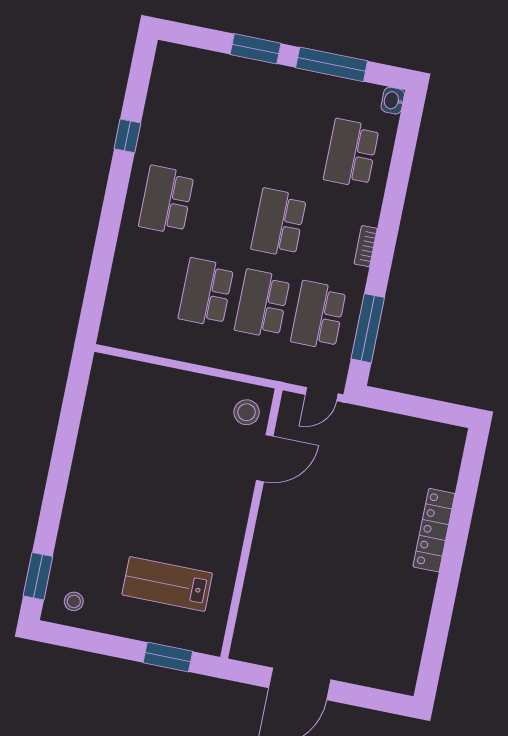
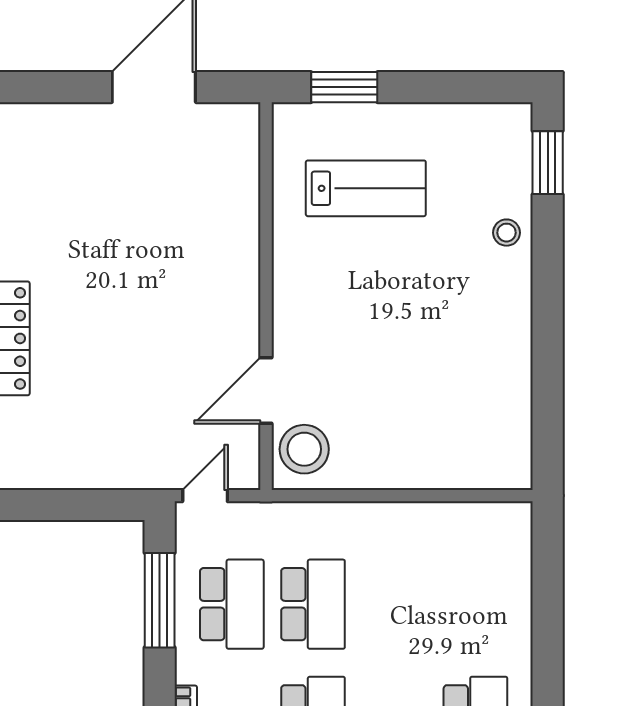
school desk: (206, 292) -> (394, 604), removed
stool: (247, 412) -> (304, 449), width x1.38, depth x1.38
stool: (74, 601) -> (506, 233), moved

